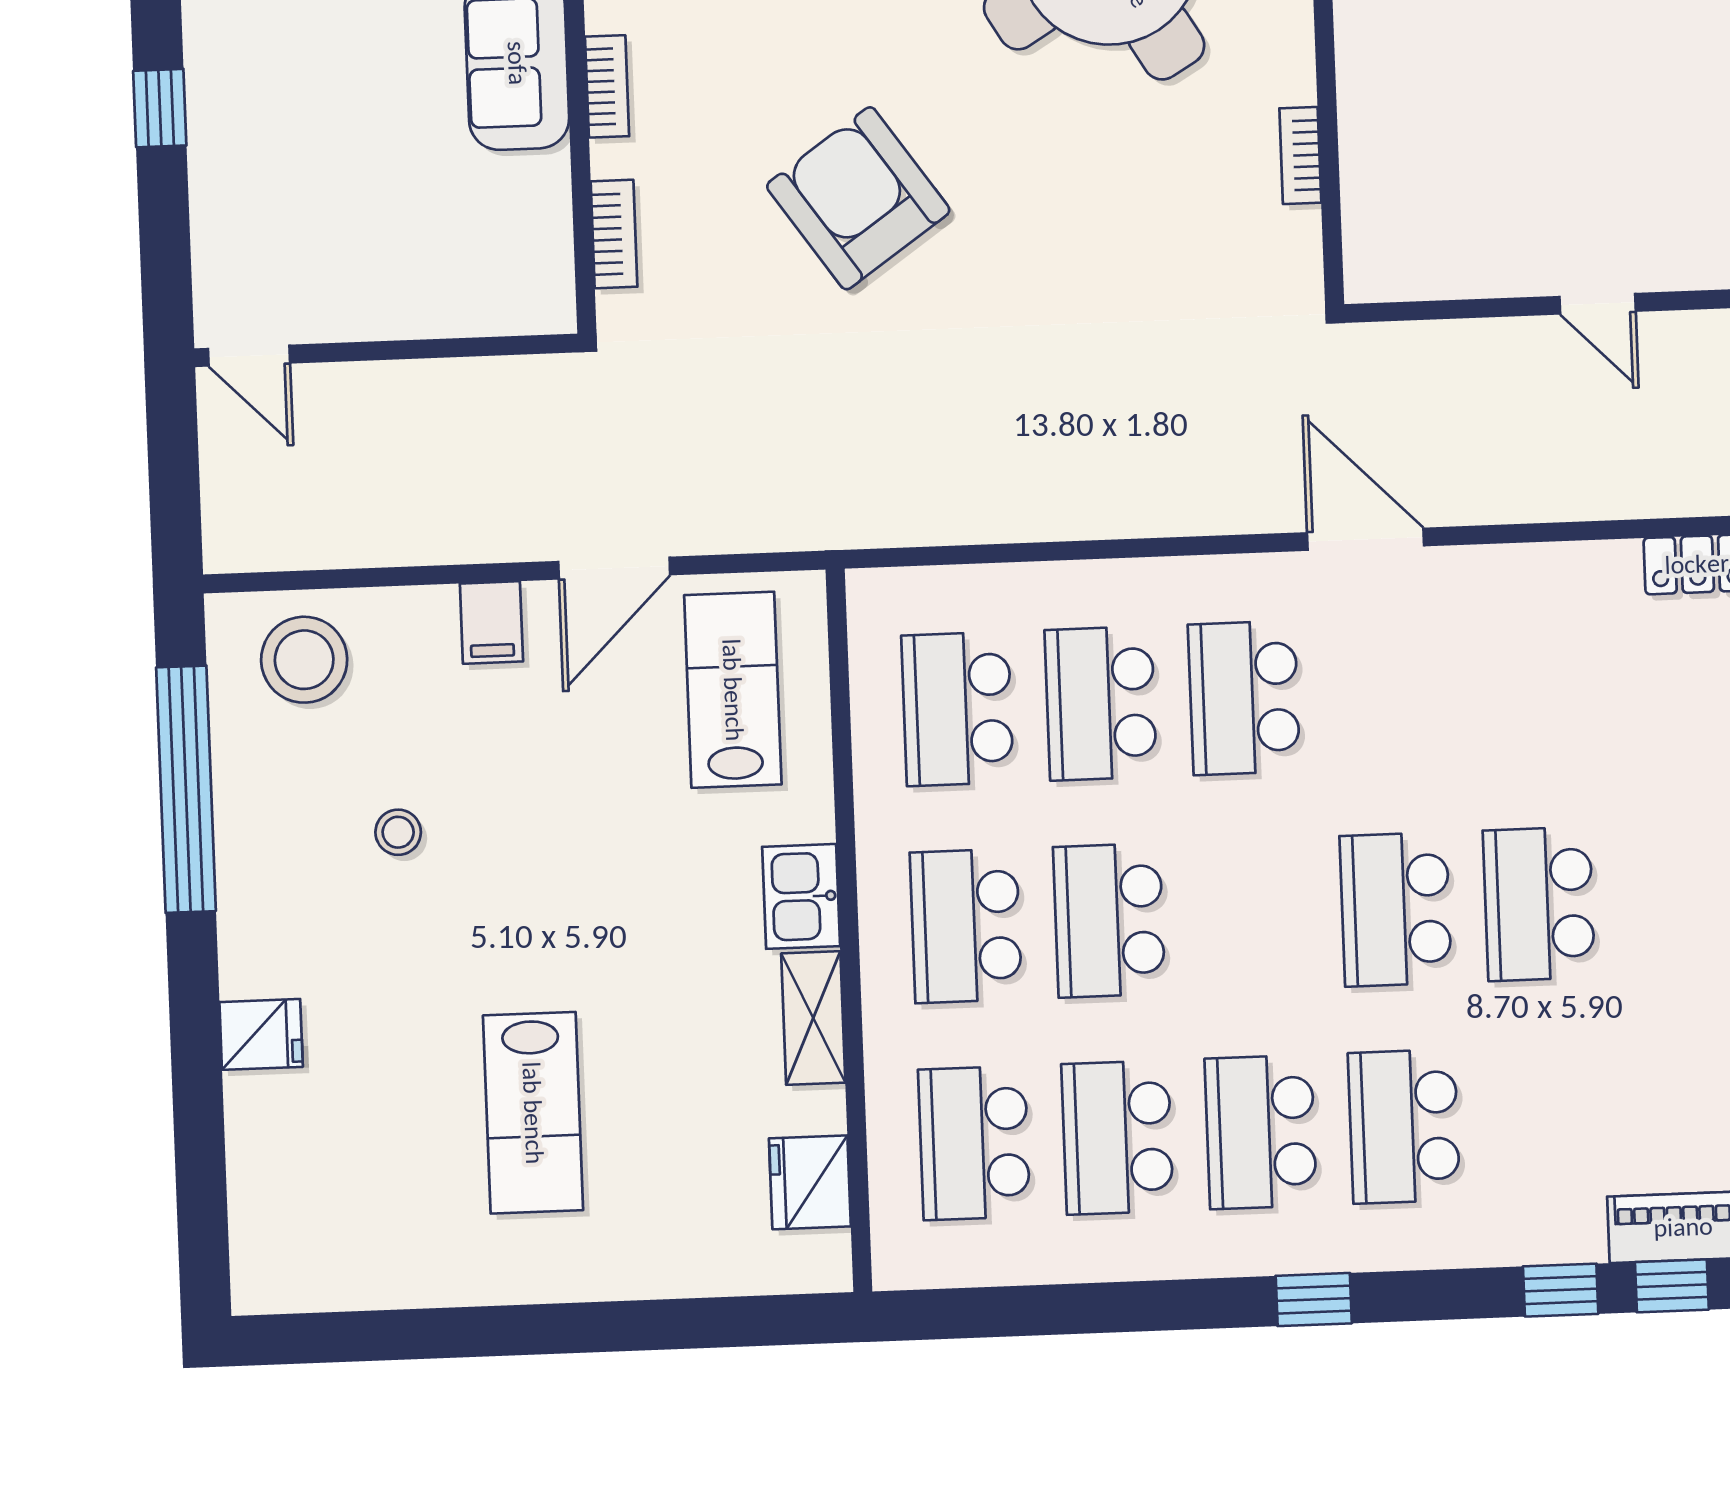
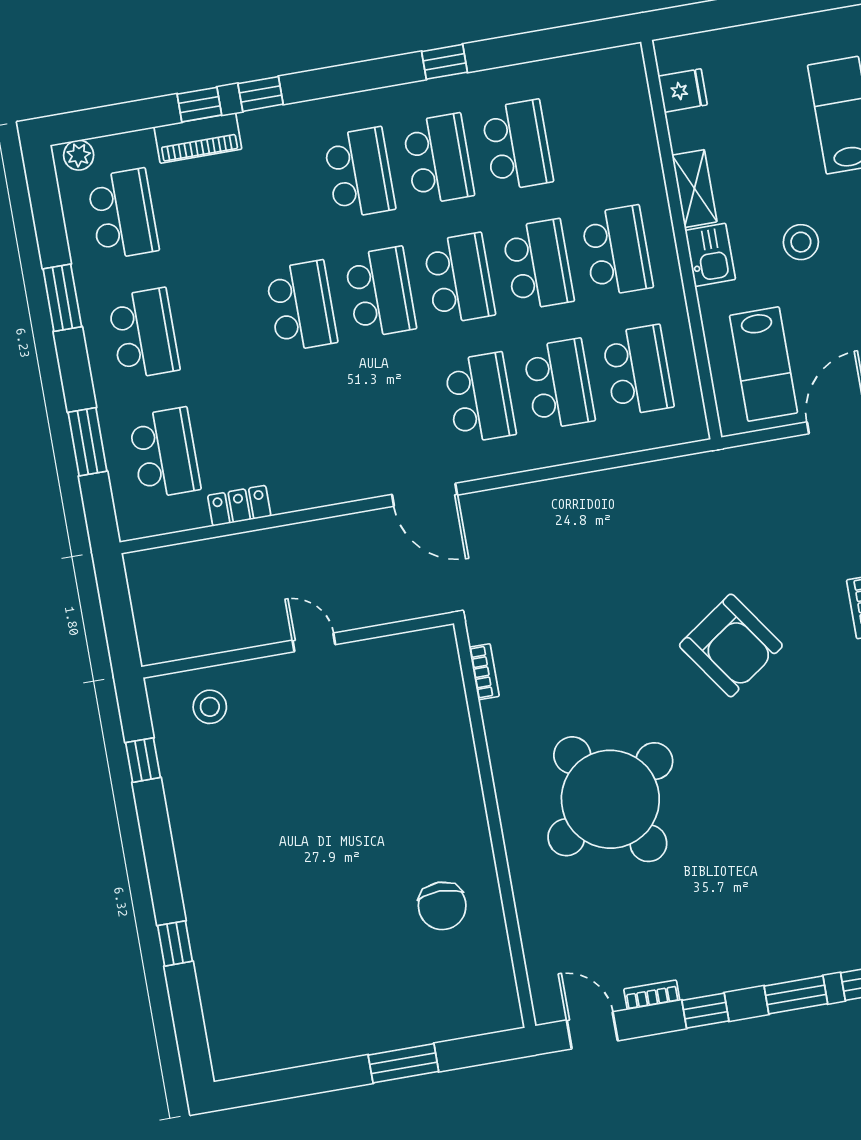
bookcase: (1300, 155) -> (484, 672), moved
stool: (637, 897) -> (801, 242), added
school desk: (974, 1143) -> (459, 278), moved
fridge: (810, 1182) -> (683, 90), width x0.72
window: (1314, 1300) -> (445, 62), moved

